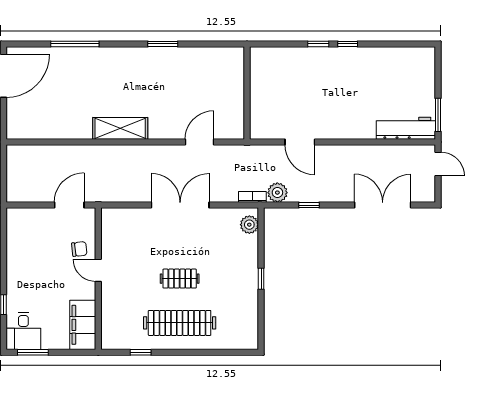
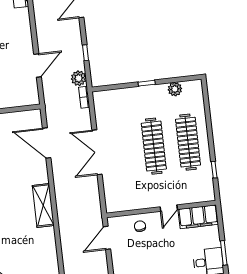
door: (199, 142) -> (47, 143), width x1.36
door: (69, 205) -> (107, 238), hinge flipped
plant: (249, 225) -> (175, 89), moved
door: (98, 270) -> (169, 208), moved
clothes rail: (180, 279) -> (154, 146), width x1.86, depth x1.31

